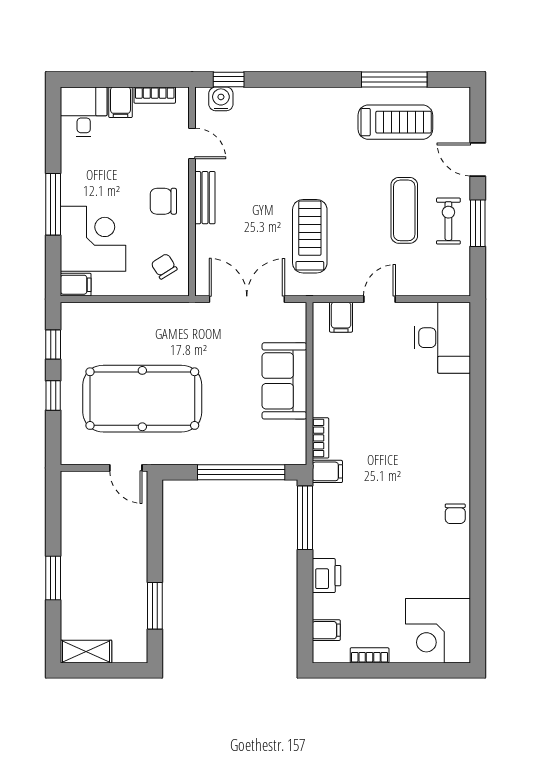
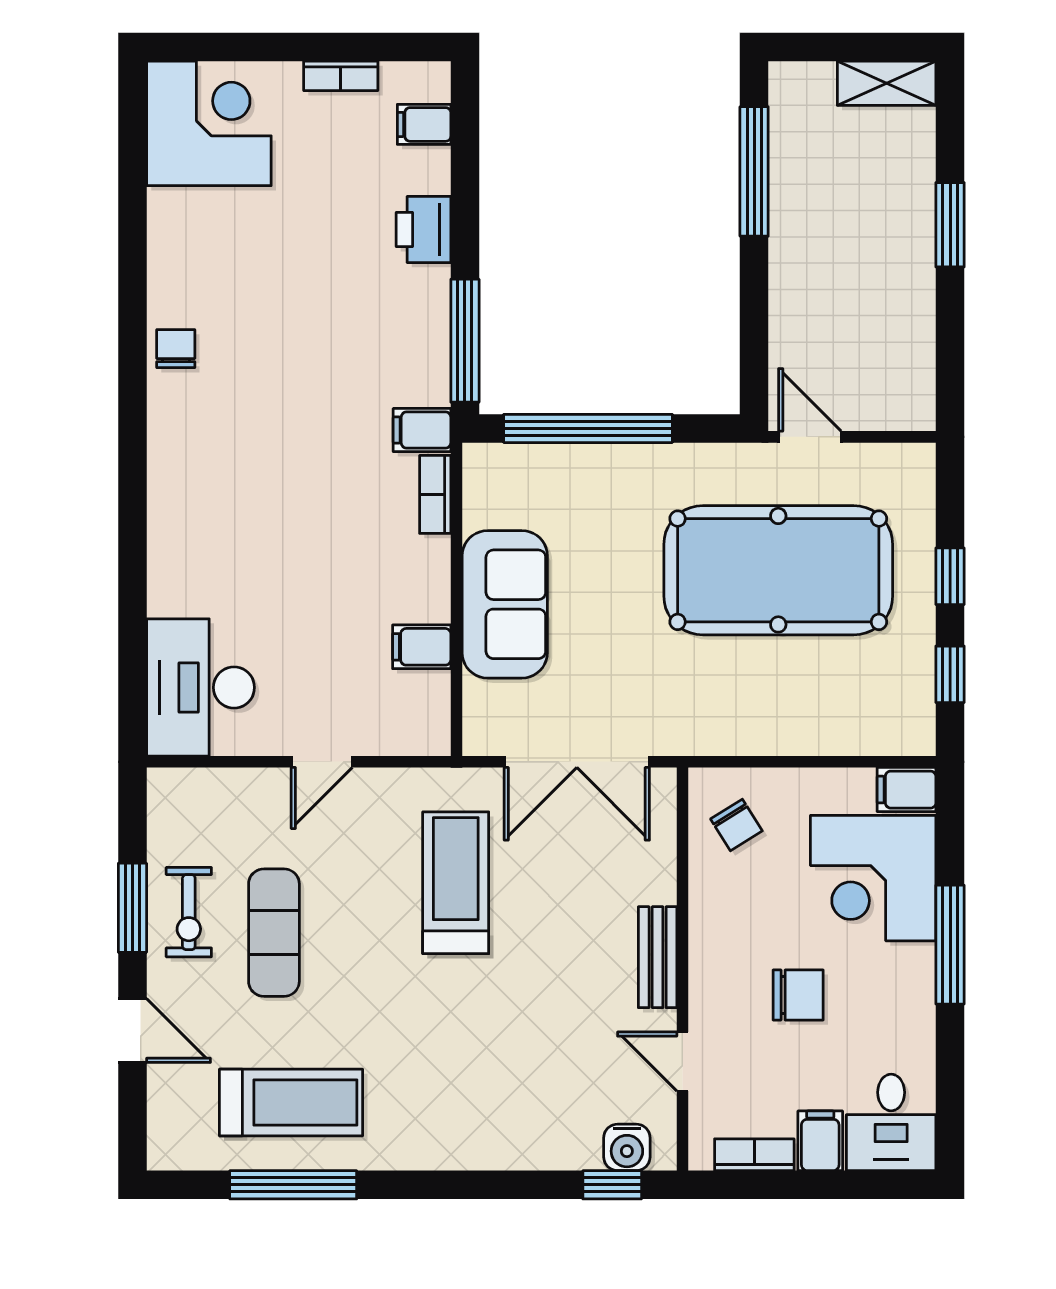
treadmill: (395, 122) -> (291, 1103), turned 180
chair: (163, 201) -> (798, 995), moved
treadmill: (310, 236) -> (456, 883), turned 180
filing cabinet: (341, 317) -> (422, 647), moved, turned -90
window: (155, 606) -> (754, 171), width x1.44

